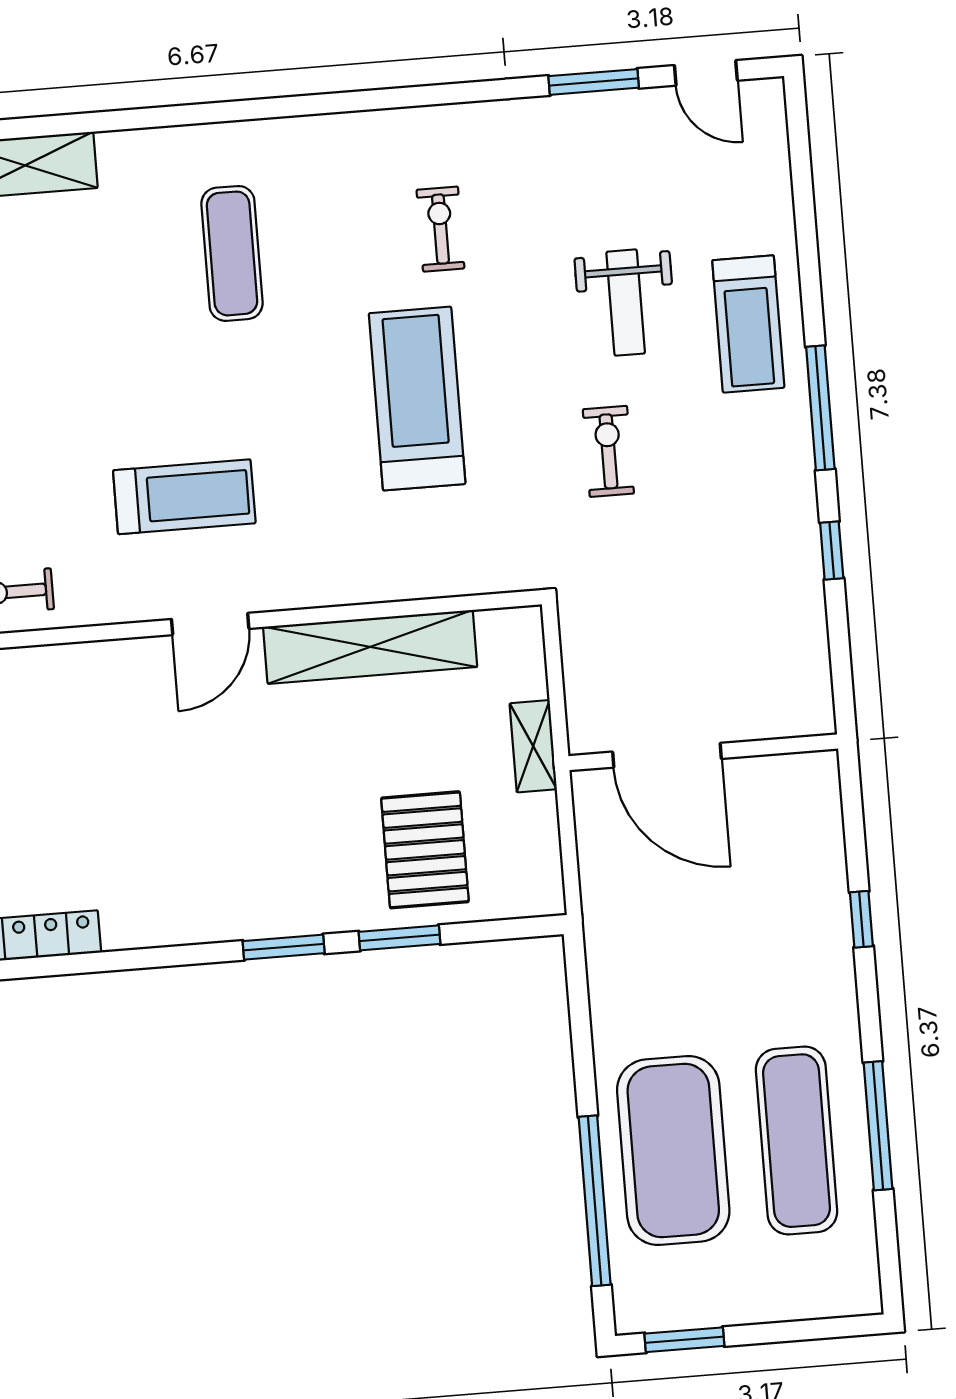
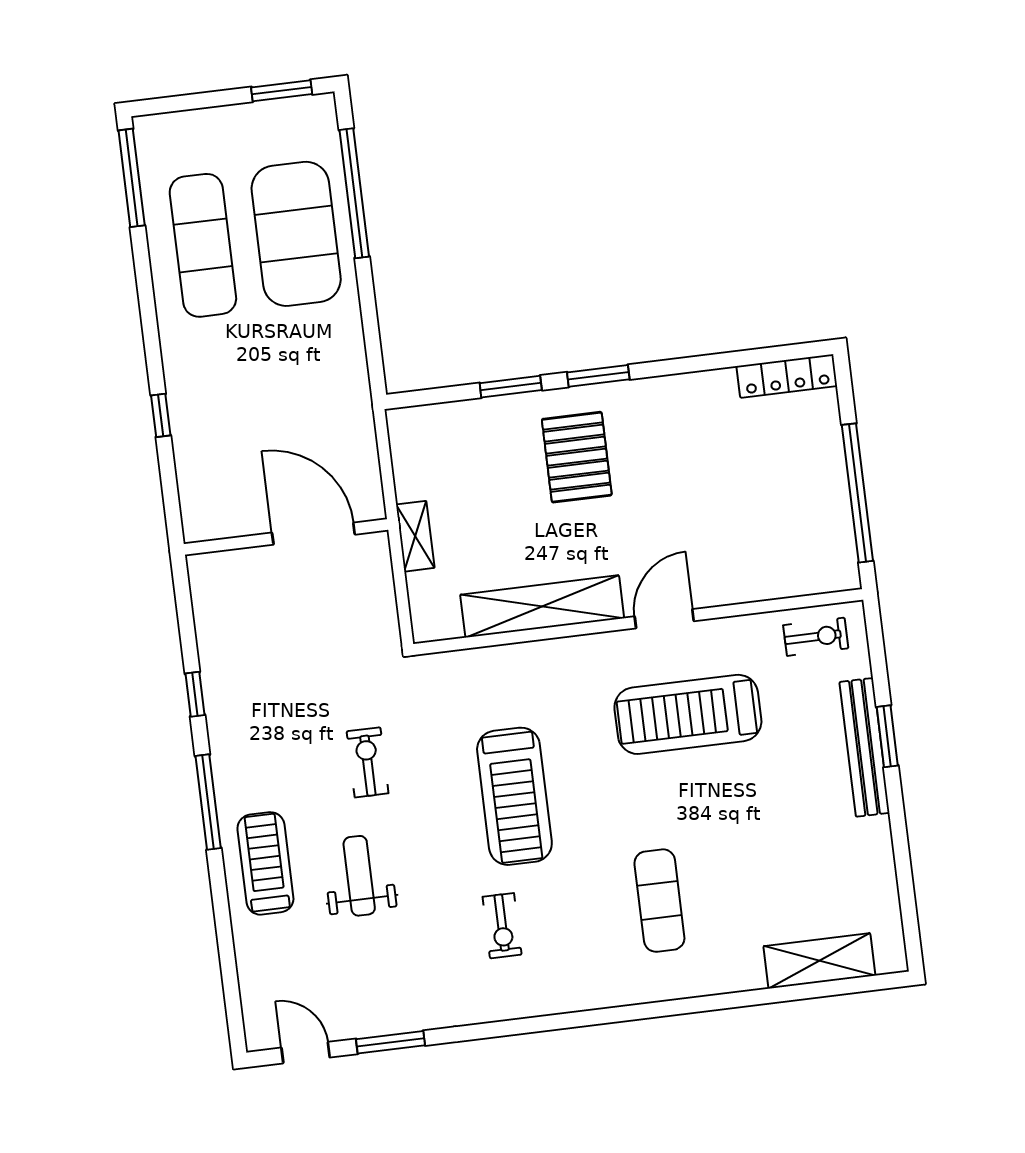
exercise bike: (608, 451) -> (368, 762), turned 180
treadmill: (184, 497) -> (688, 714), width x1.37, depth x1.38
pallet: (425, 850) -> (577, 457), moved
window: (878, 1126) -> (132, 178), moved

